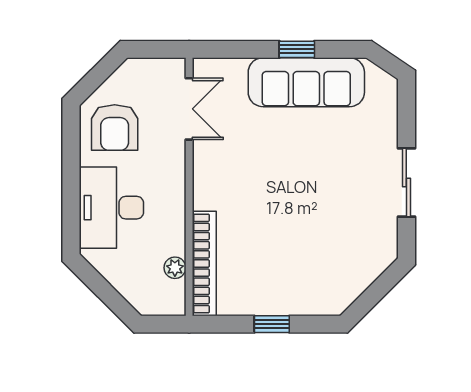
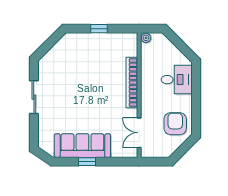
desk: (111, 208) -> (177, 80), width x0.73
bookcase: (204, 263) -> (132, 83), moved
plant: (175, 268) -> (146, 38), moved

